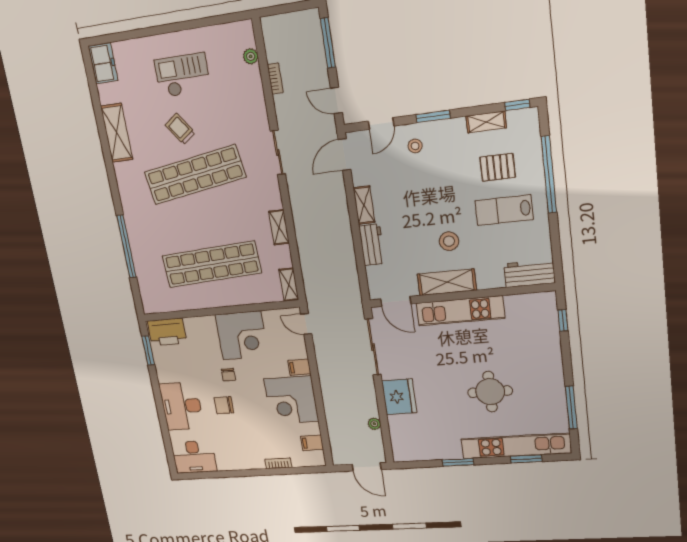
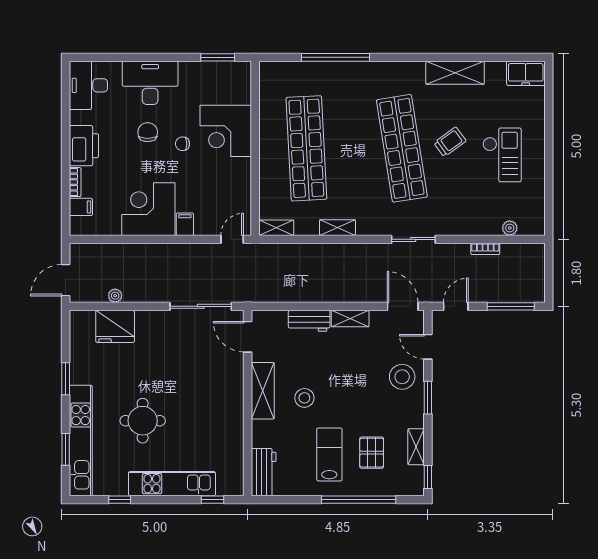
stool: (415, 146) -> (402, 377), width x1.89, depth x1.89
door: (396, 301) -> (248, 337), hinge flipped
kitchen unit: (460, 311) -> (172, 484), moved, turned 90
printer: (167, 332) -> (84, 146), moved, turned 180
corner desk: (242, 335) -> (226, 131), moved
fridge: (399, 397) -> (115, 326), moved
window: (571, 407) -> (120, 500), width x0.46
filing cabinet: (312, 443) -> (81, 207), moved, turned 90

